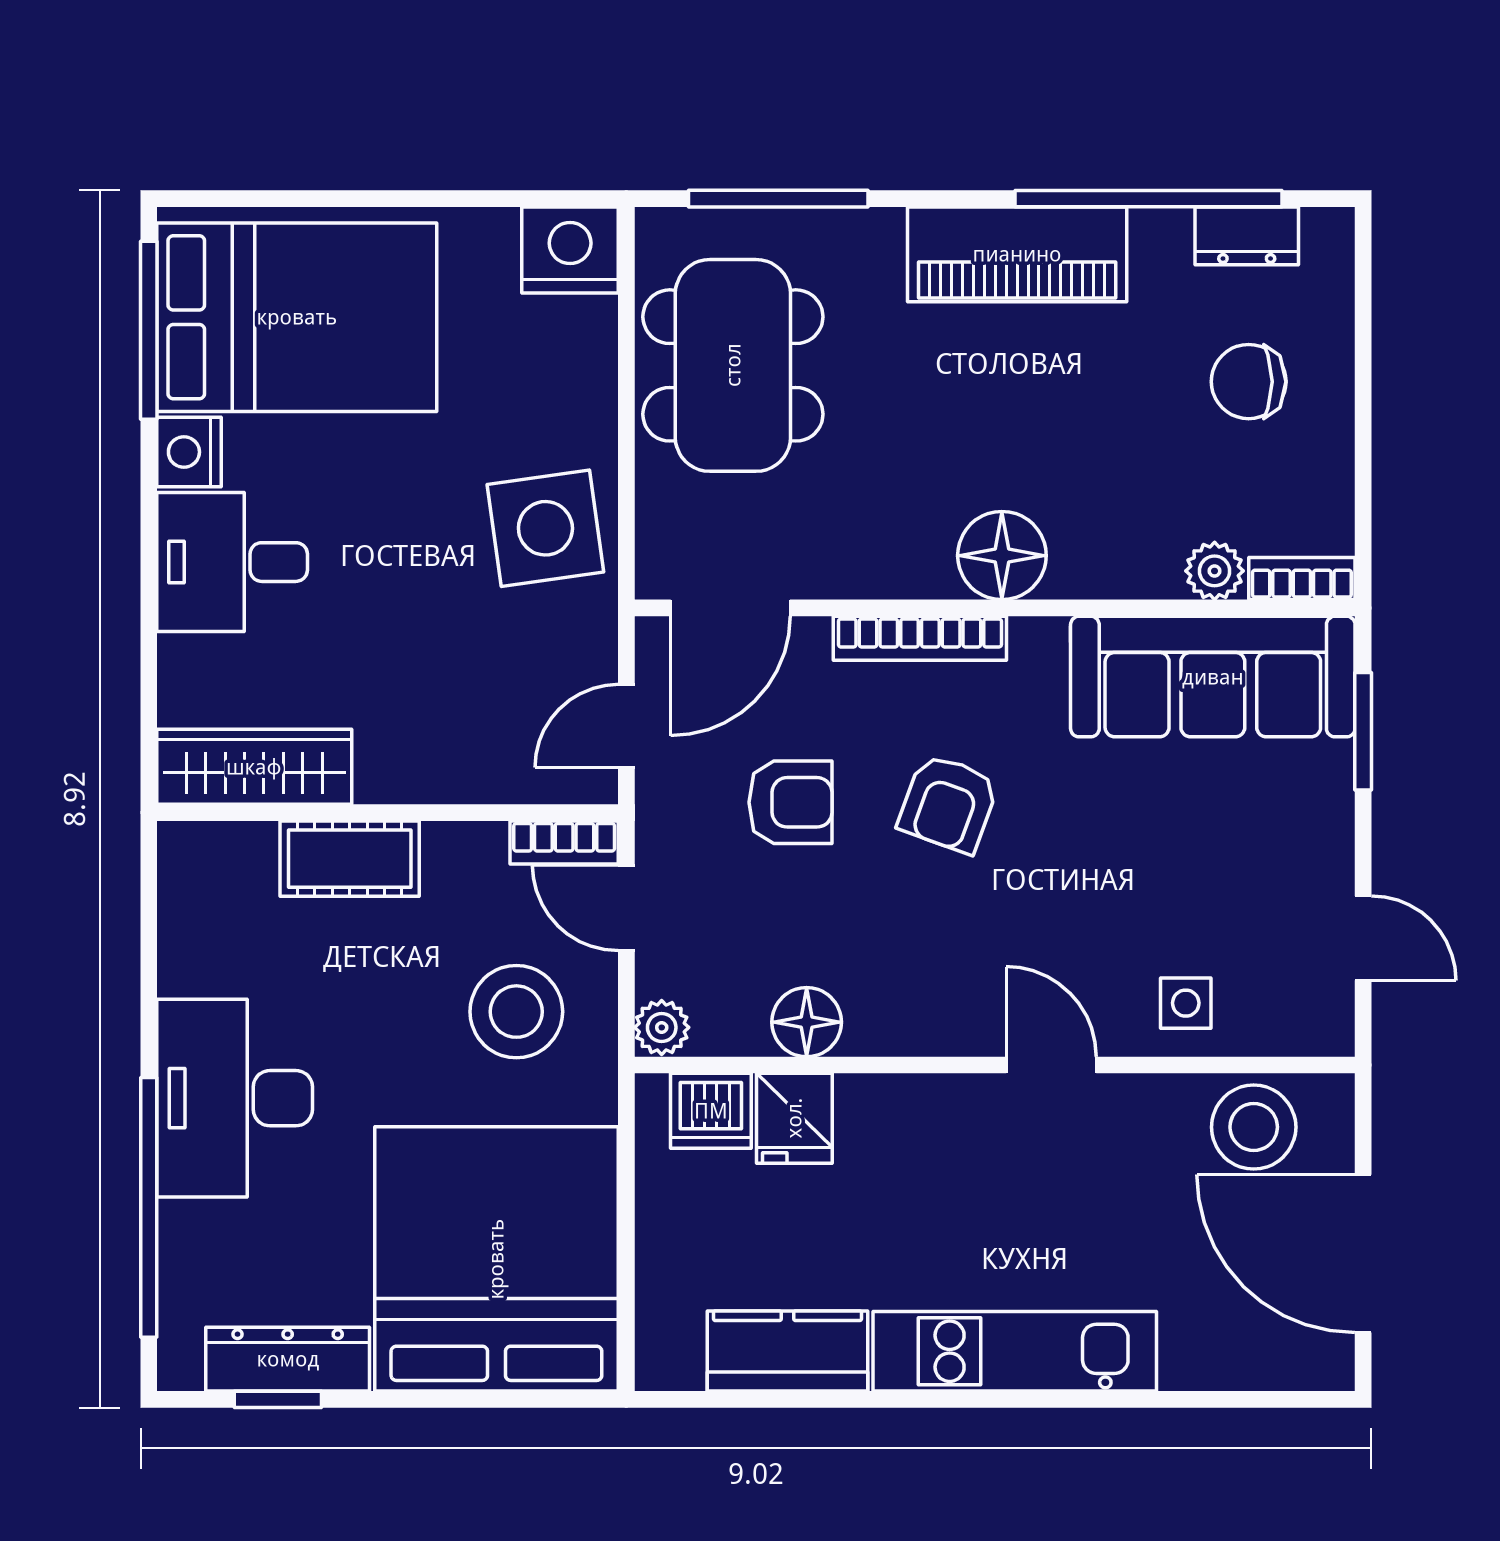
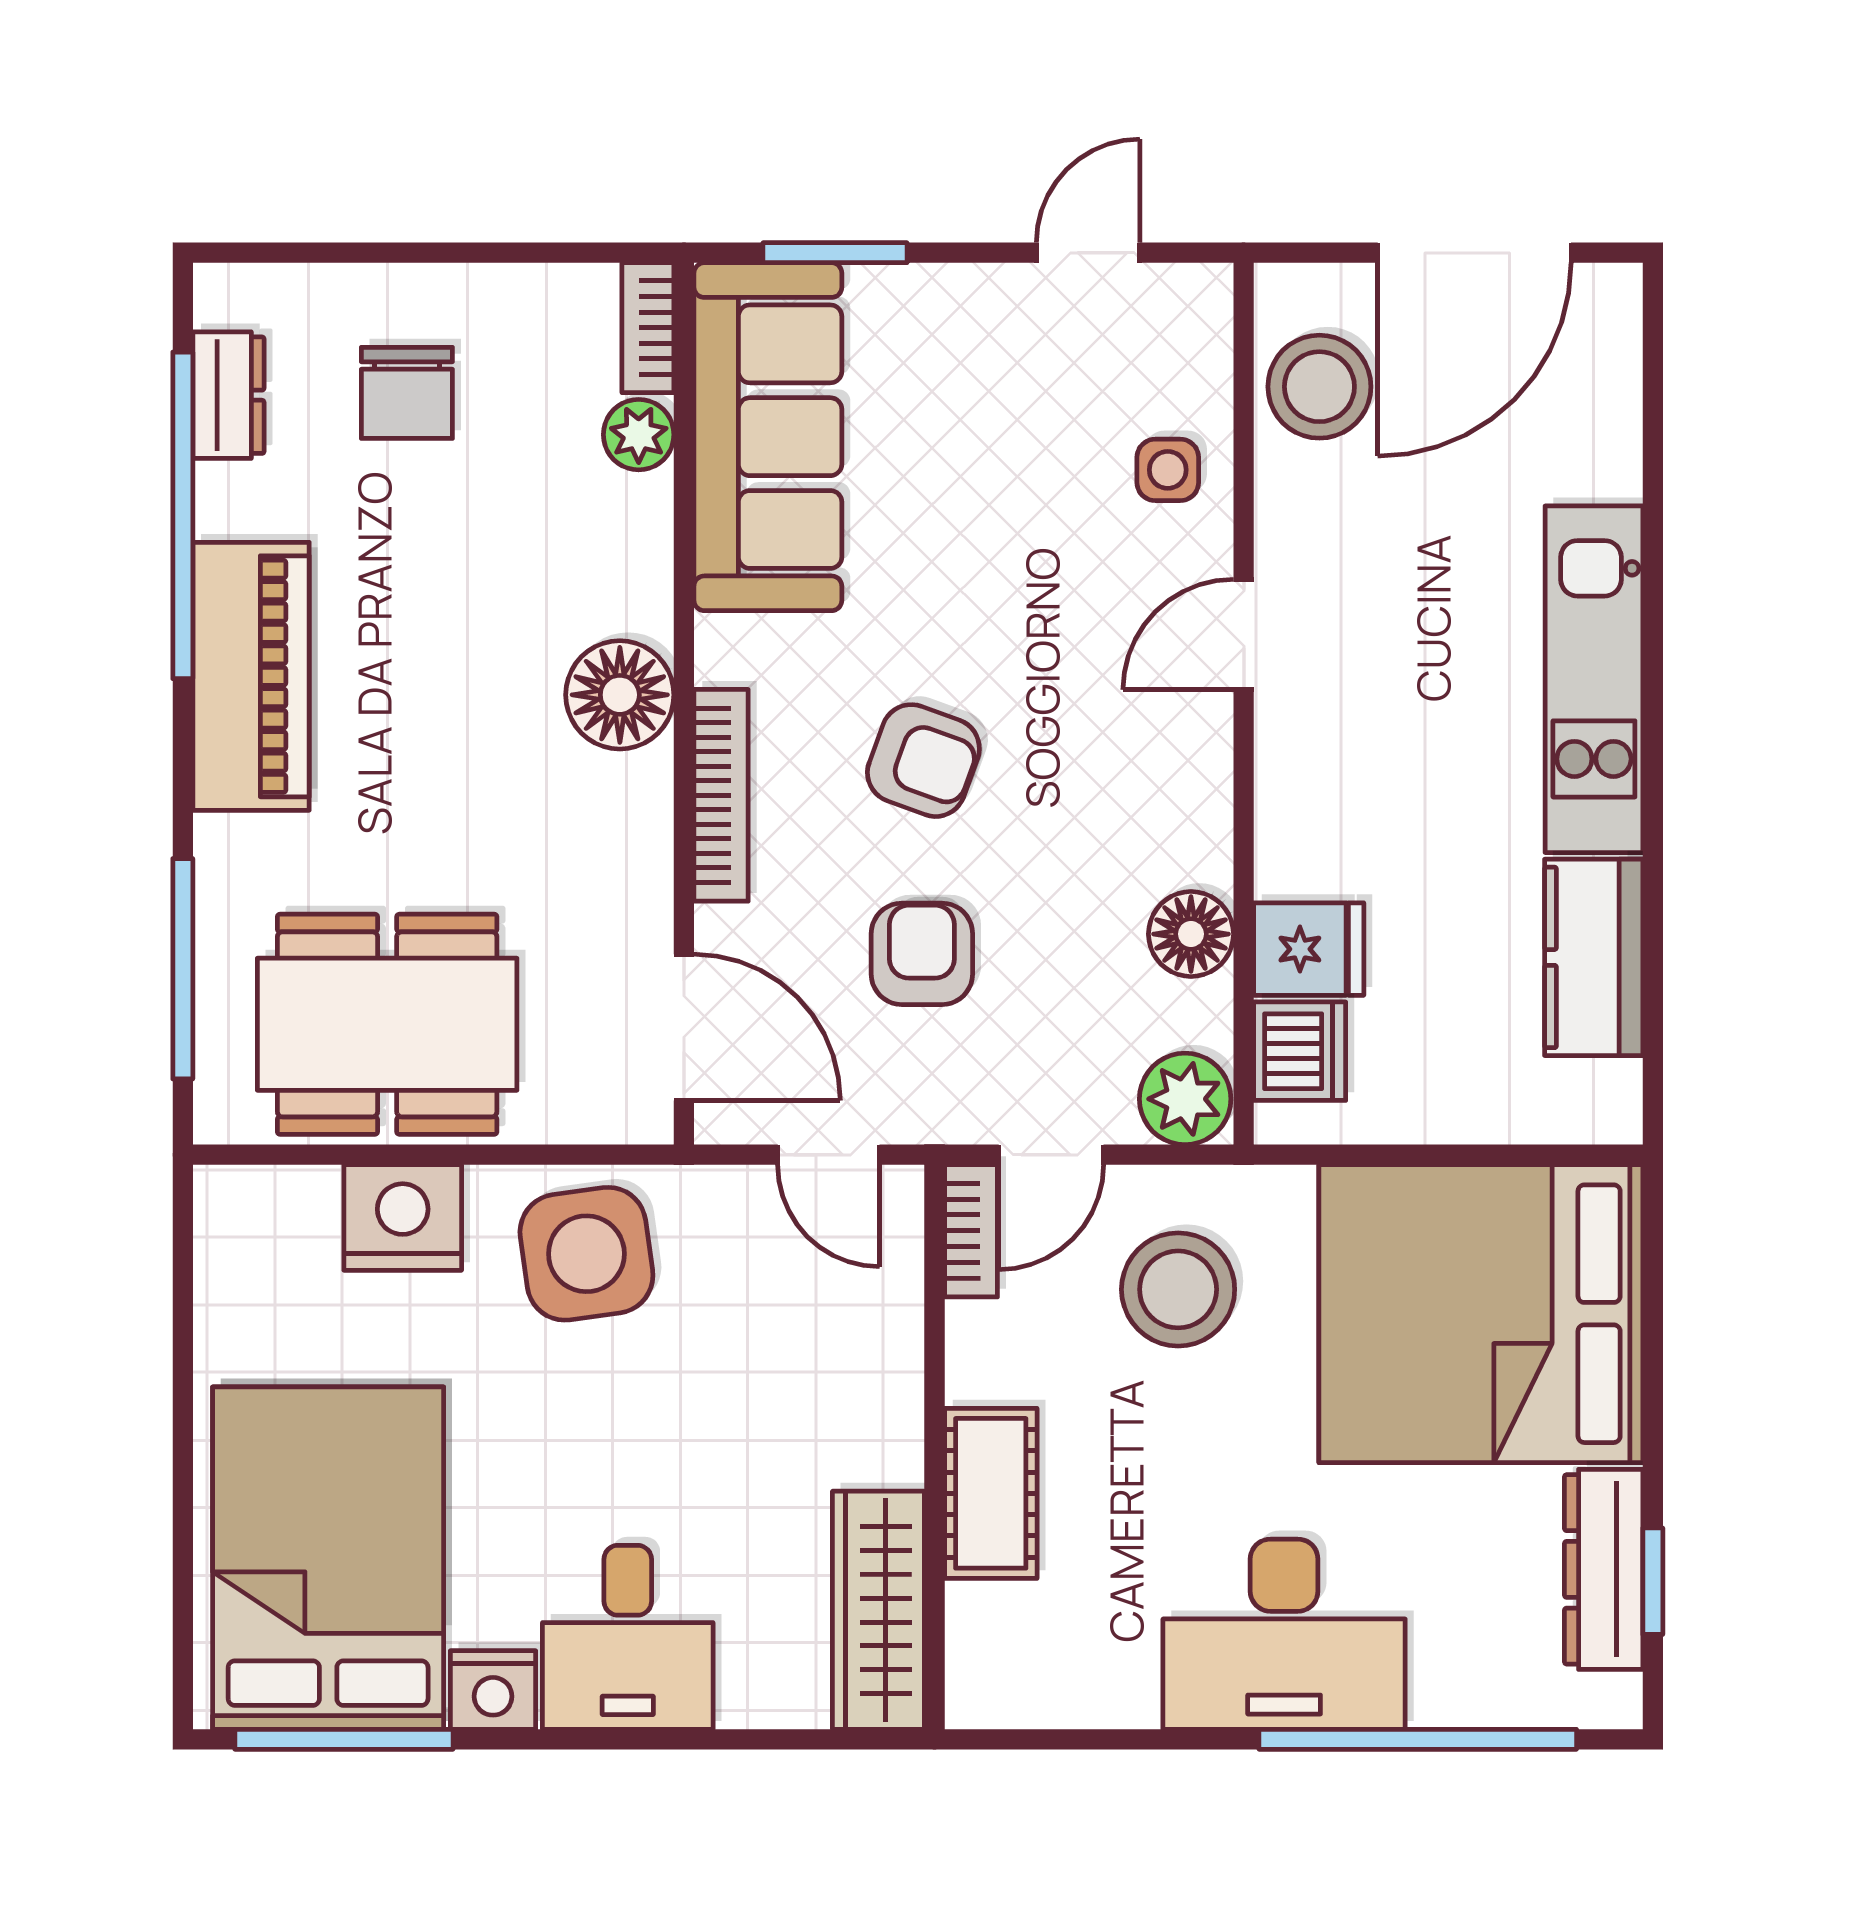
nightstand: (570, 250) -> (403, 1218), moved, turned 90
plant: (662, 1027) -> (1185, 1099), width x1.38, depth x1.38

